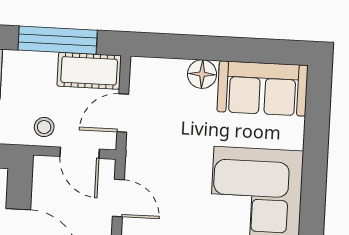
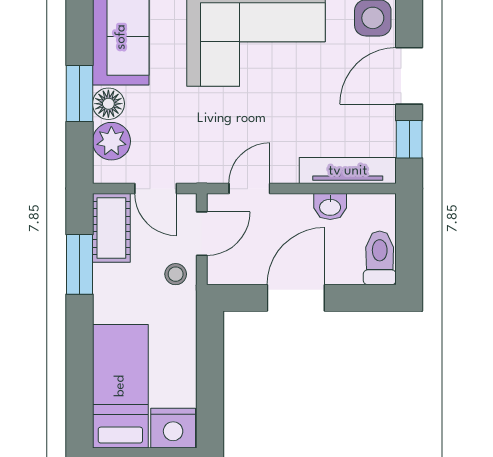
window: (58, 40) -> (79, 264), width x0.69
window: (213, 48) -> (79, 93), added
plant: (168, 75) -> (111, 141), added

